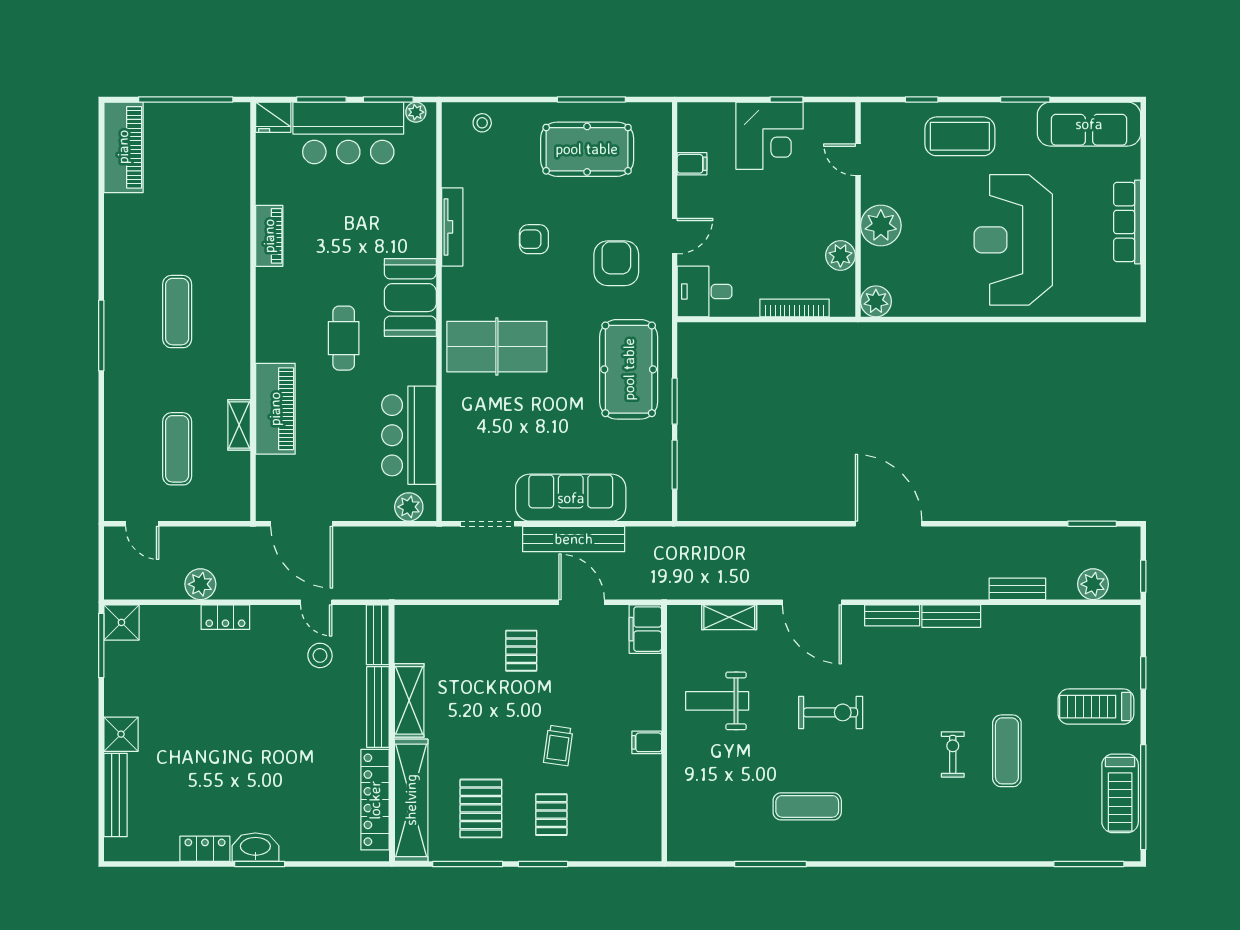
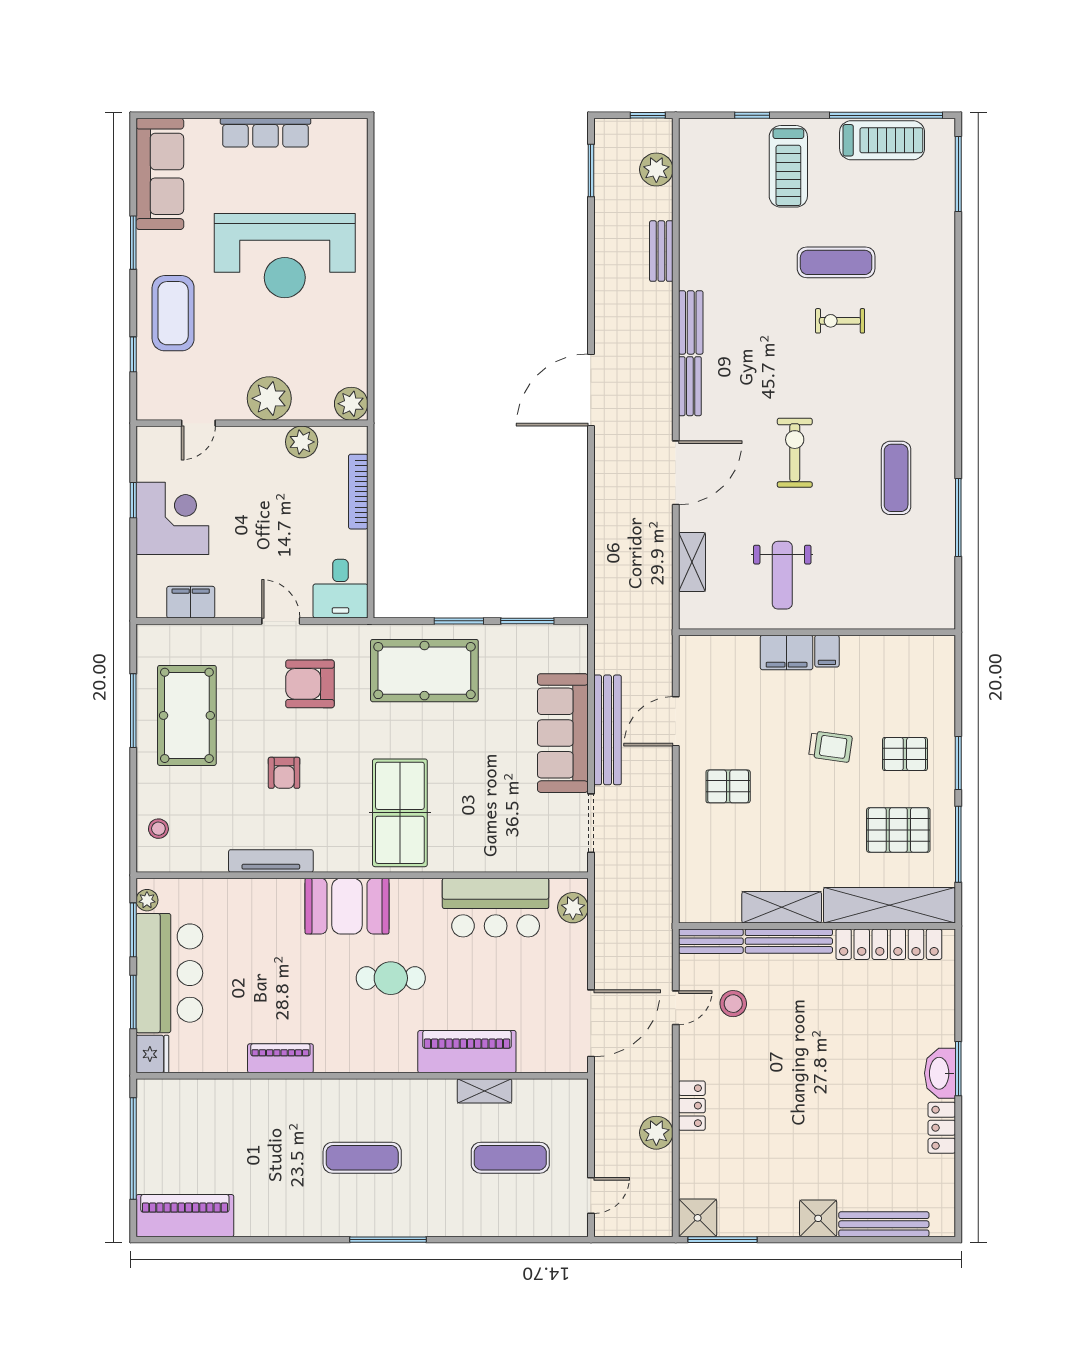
filing cabinet: (692, 164) -> (191, 602), width x2.00
filing cabinet: (645, 629) -> (787, 652), moved

